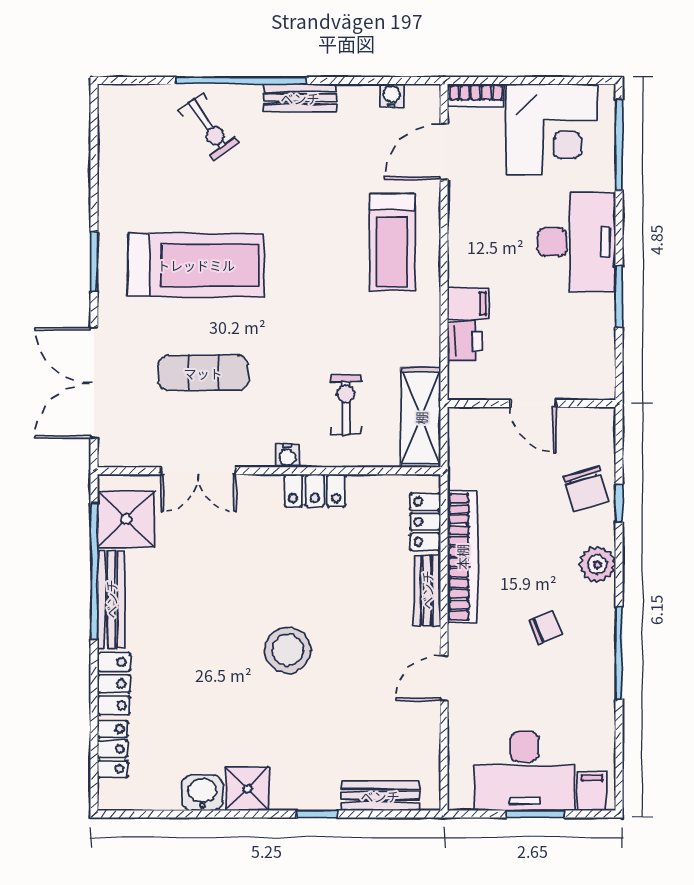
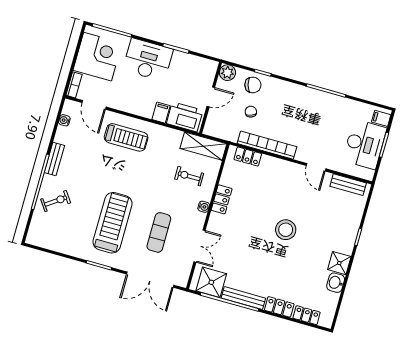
printer: (465, 341) -> (185, 117), width x1.87, depth x1.48
plant: (597, 564) -> (227, 73), moved
bench: (427, 590) -> (277, 164), removed
chair: (546, 628) -> (251, 112), moved
bench: (380, 796) -> (348, 185), moved, turned 90

